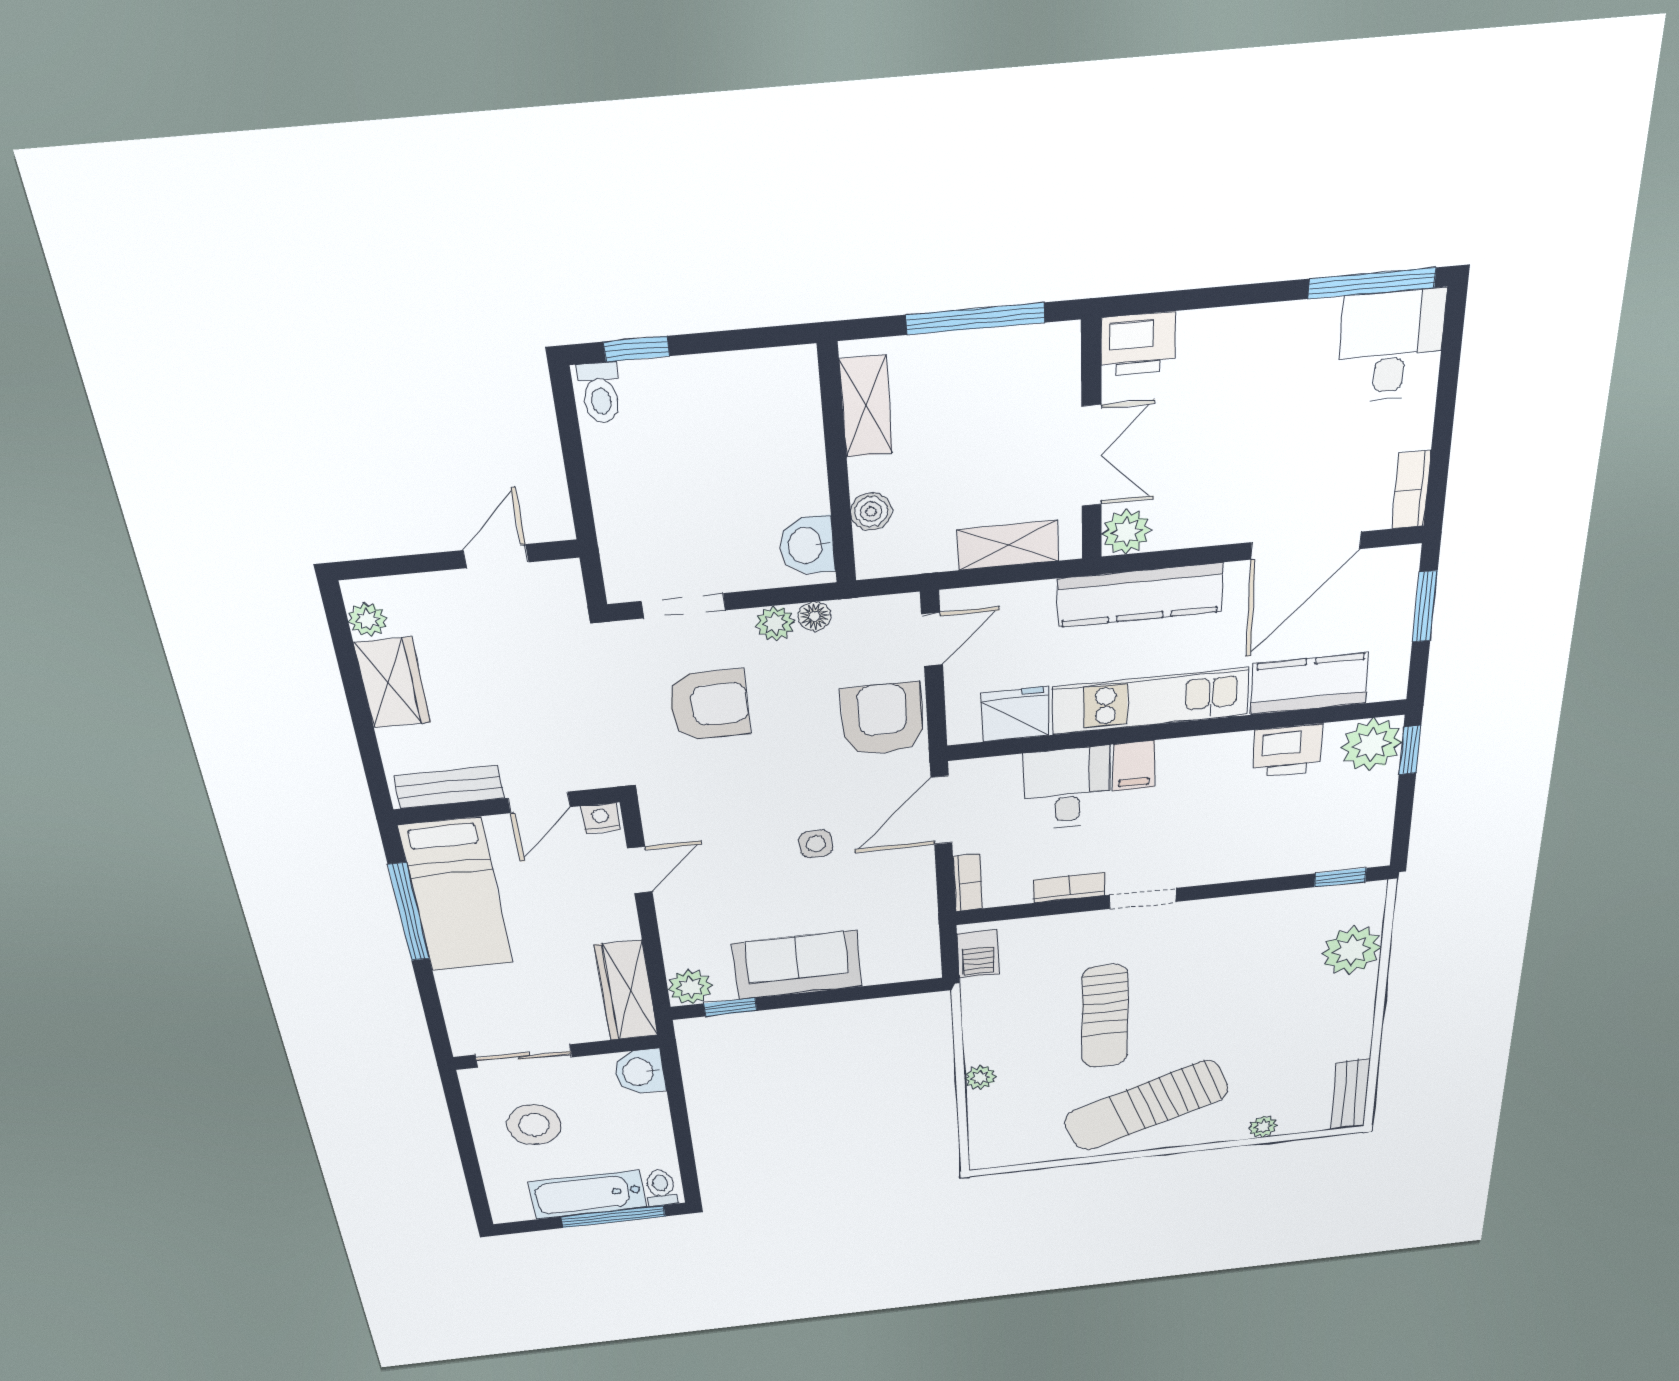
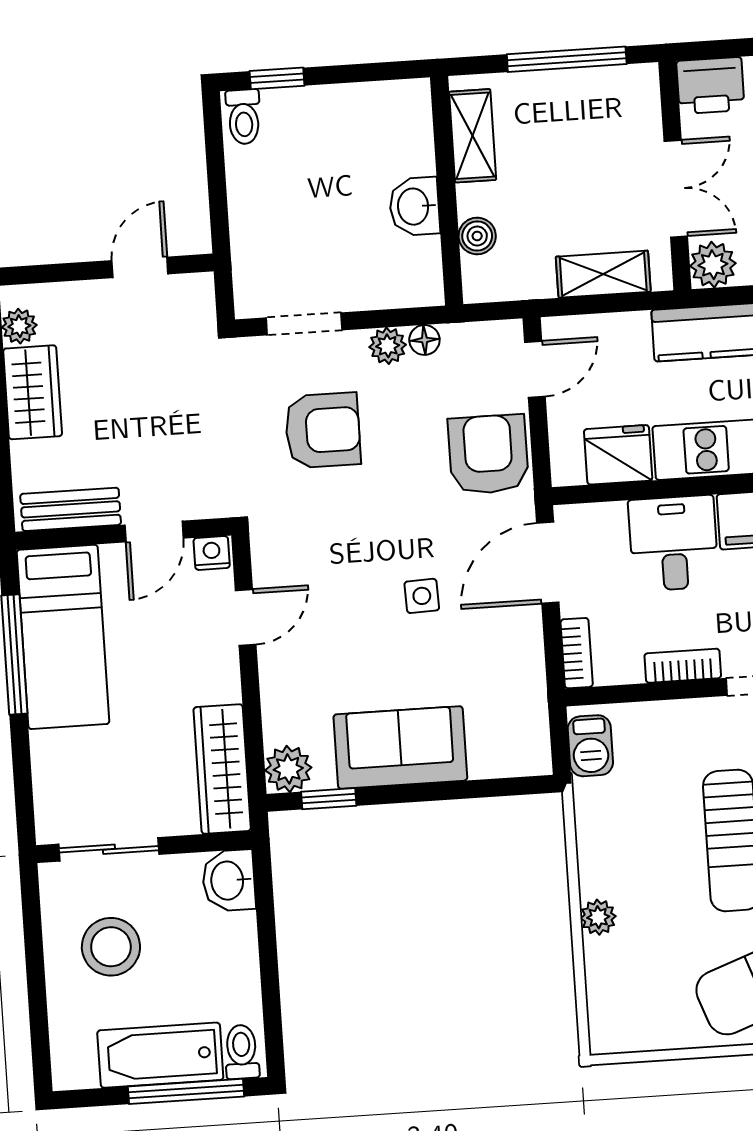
washbasin: (807, 546) -> (415, 206), moved

